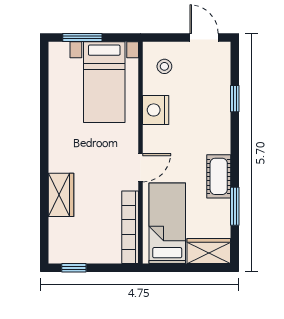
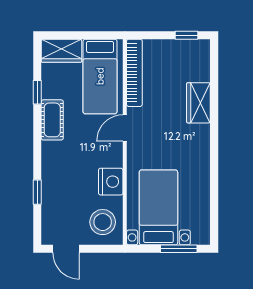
stool: (164, 66) -> (103, 222), width x1.89, depth x1.89
window: (235, 206) -> (37, 92), width x0.67

